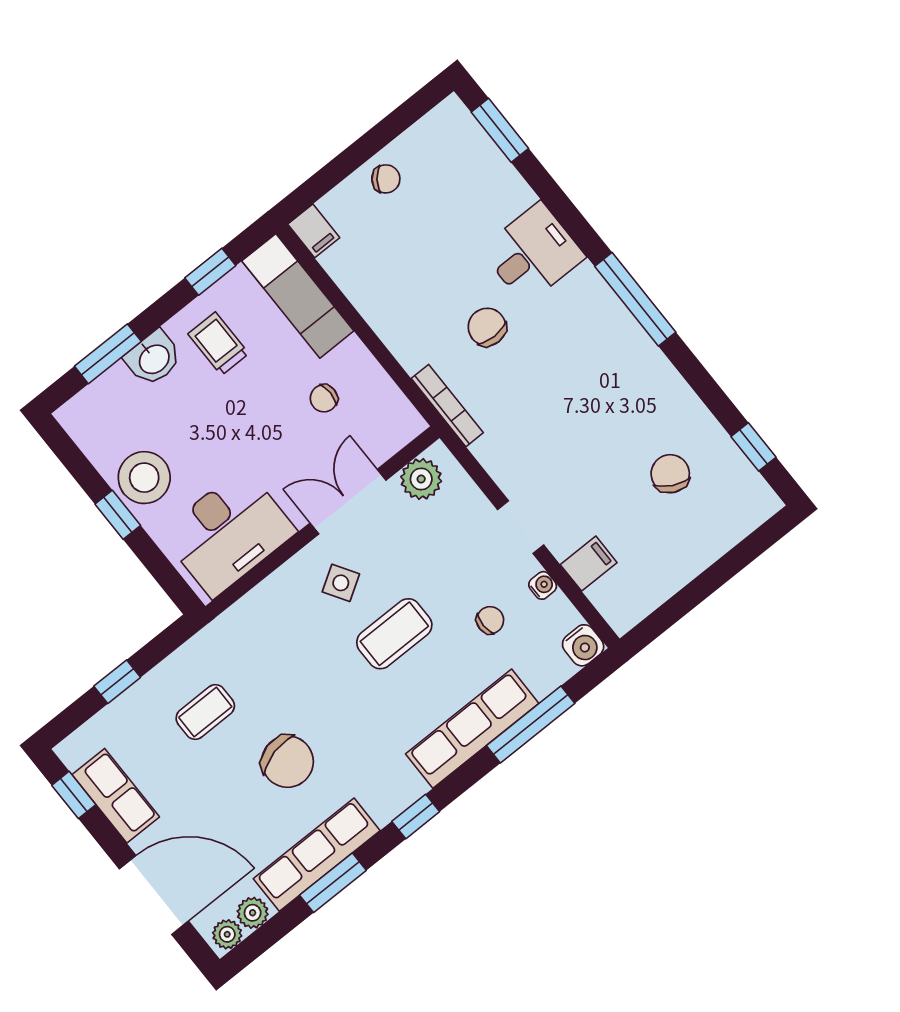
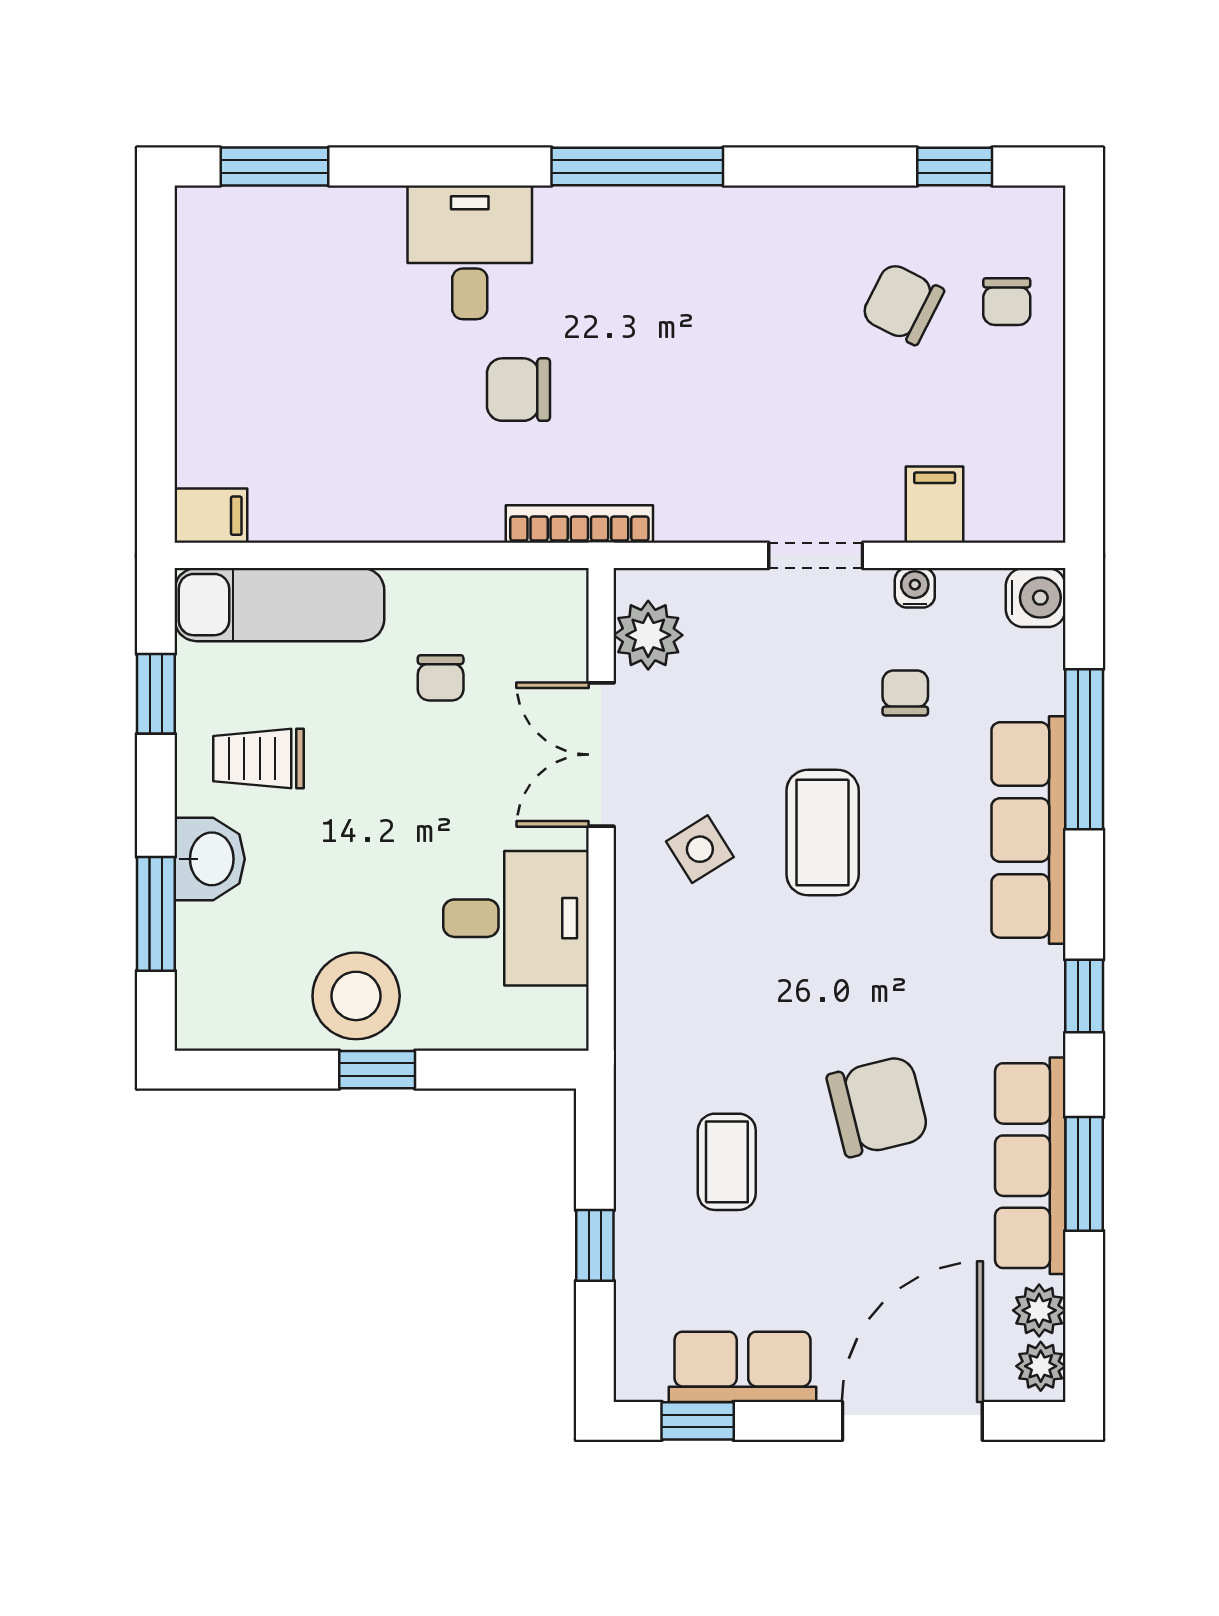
chair: (386, 179) -> (1007, 302), moved, turned 143
desk: (228, 532) -> (516, 918), width x0.73

